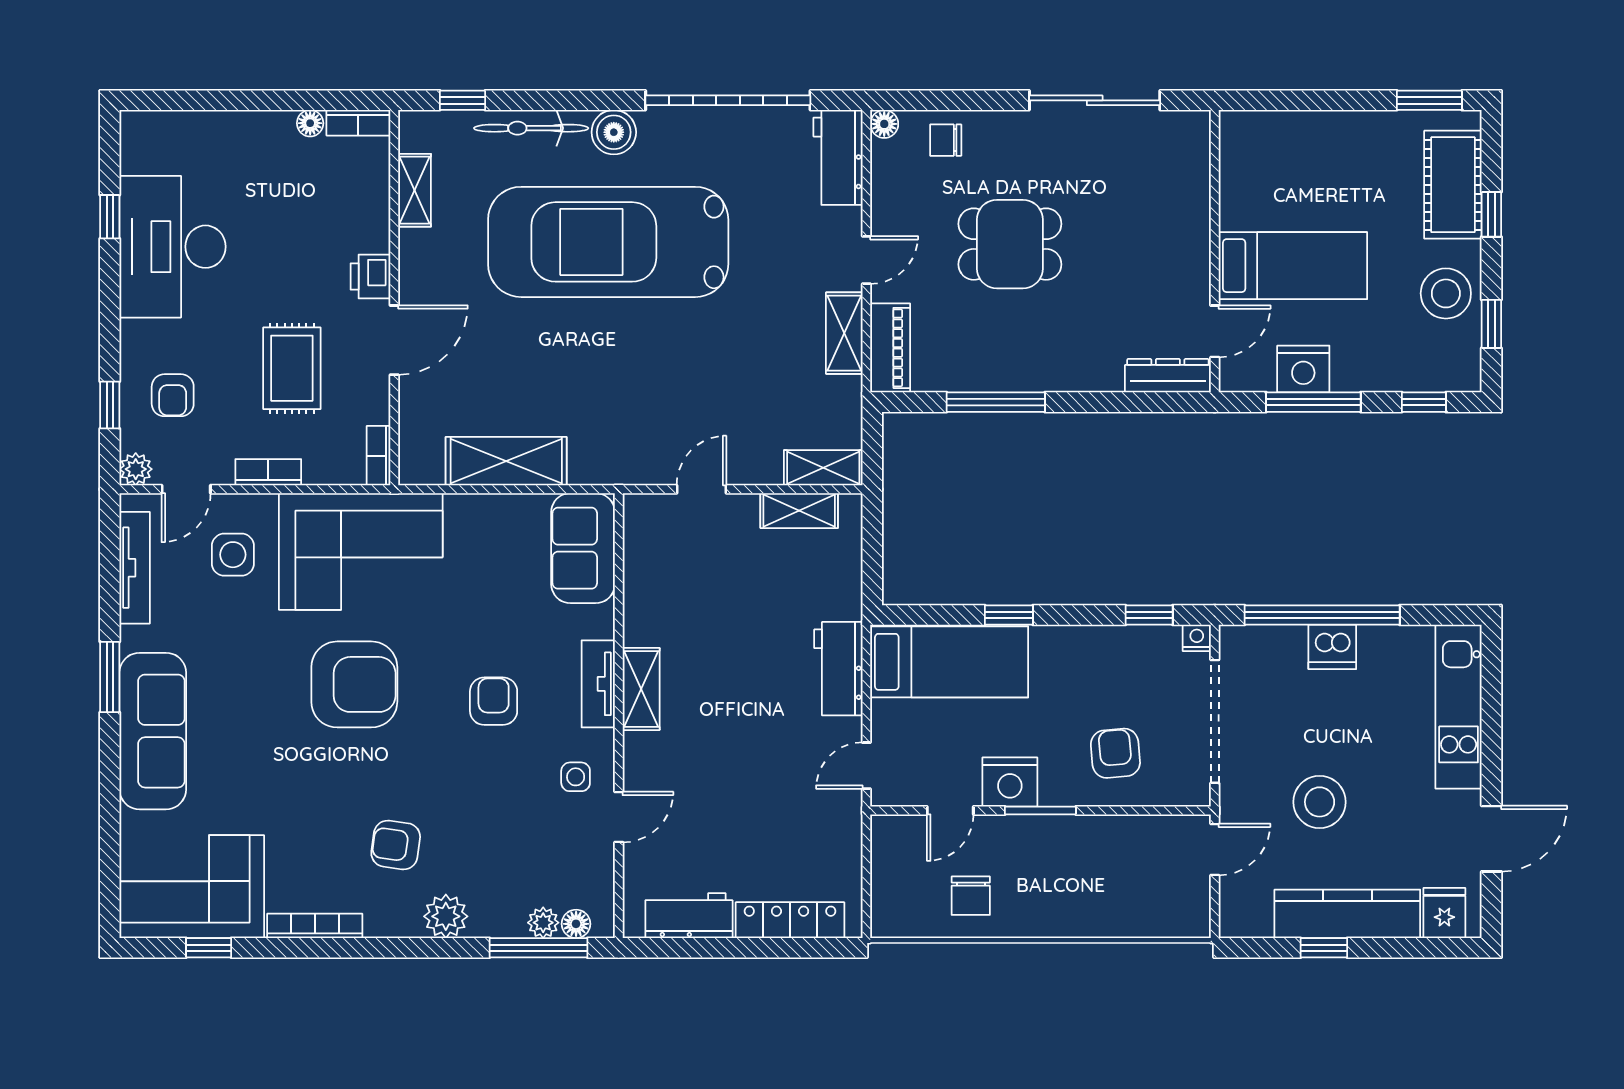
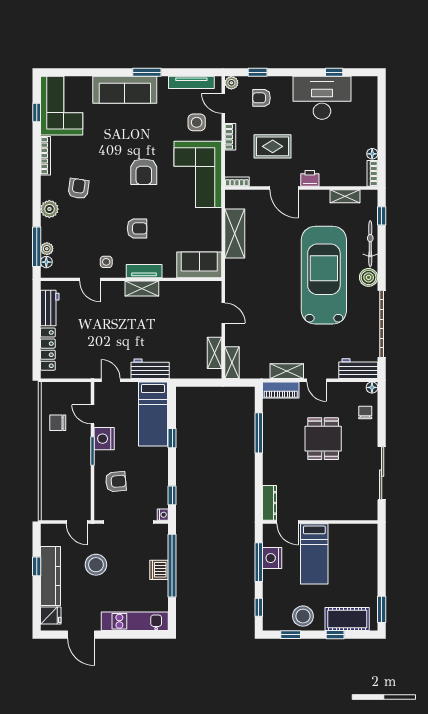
armchair: (354, 684) -> (144, 172), width x0.73, depth x0.73

